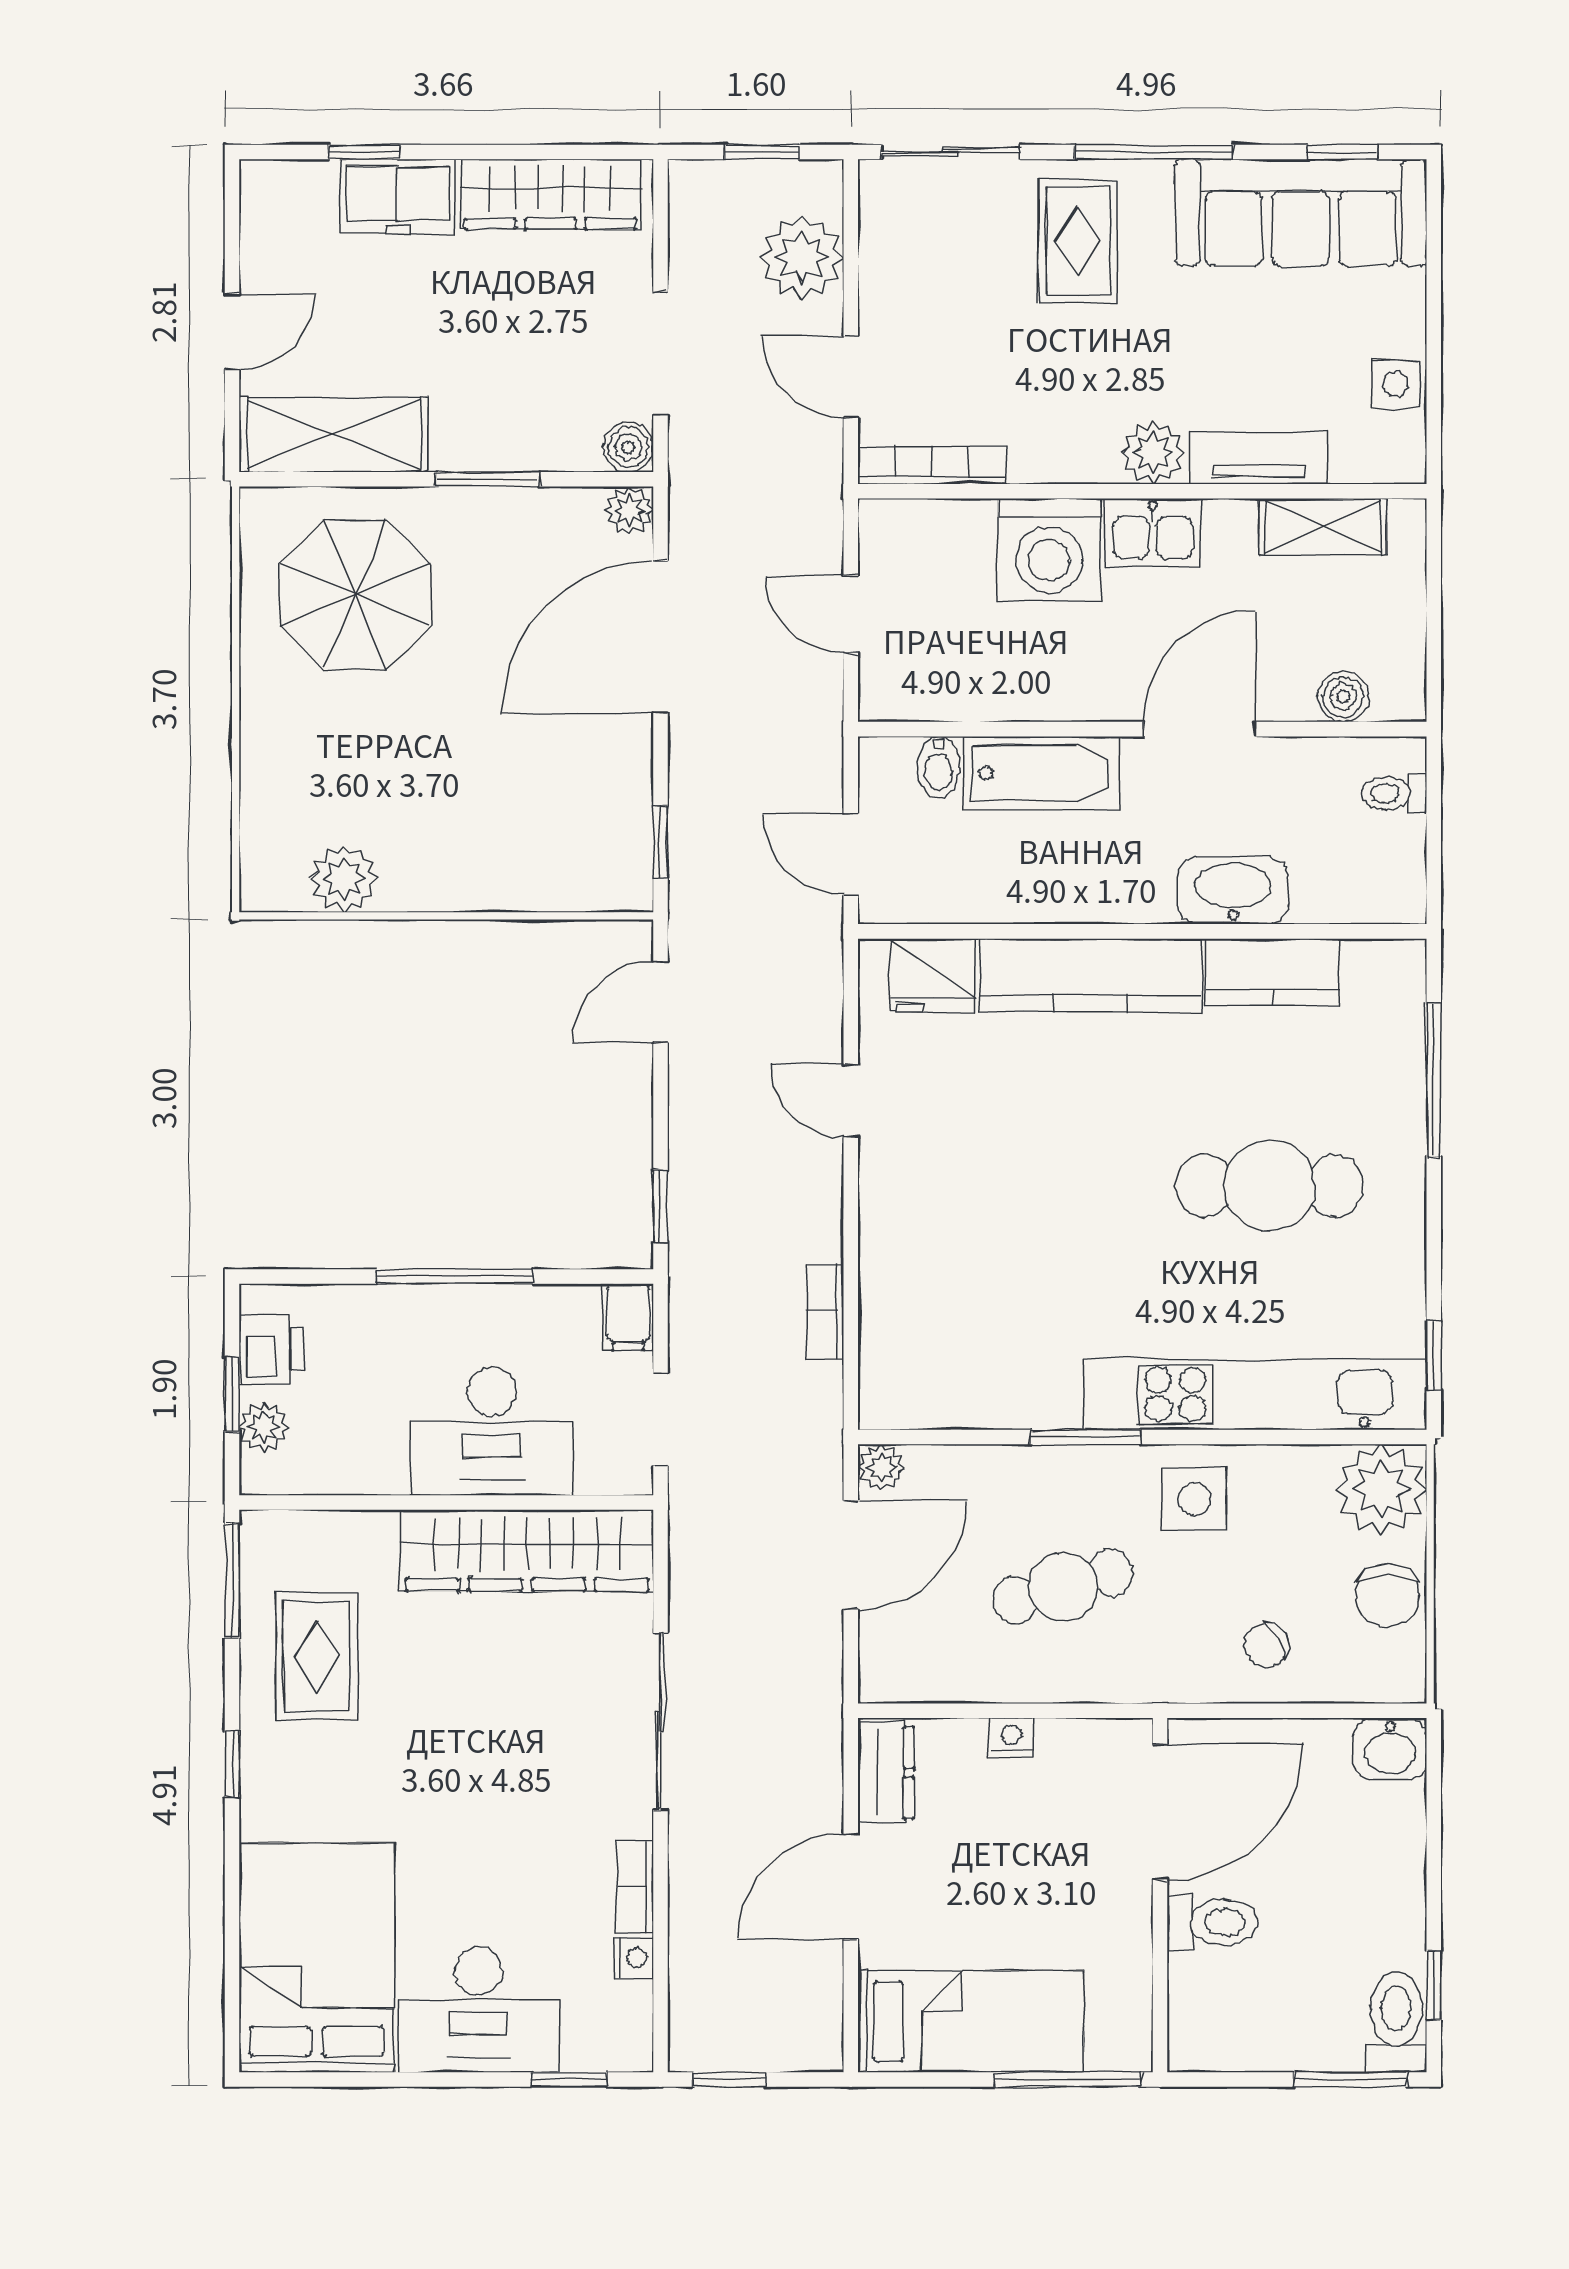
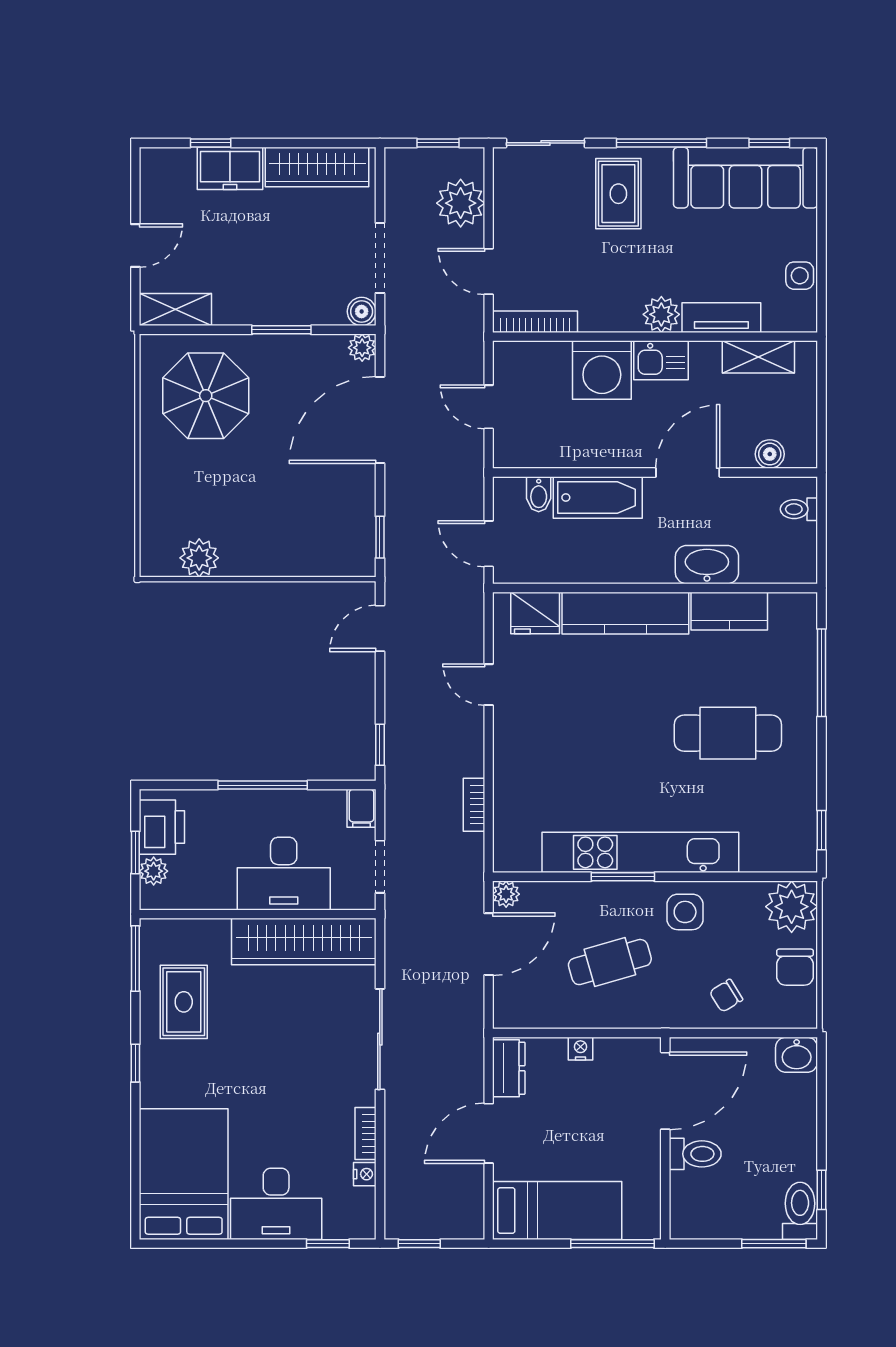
shelving: (334, 434) -> (175, 310), width x0.67, depth x0.75
printer: (271, 1350) -> (162, 827), width x1.36, depth x1.24
kitchen unit: (1255, 1394) -> (640, 852), moved

